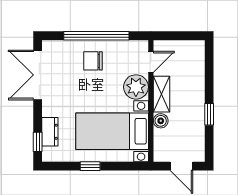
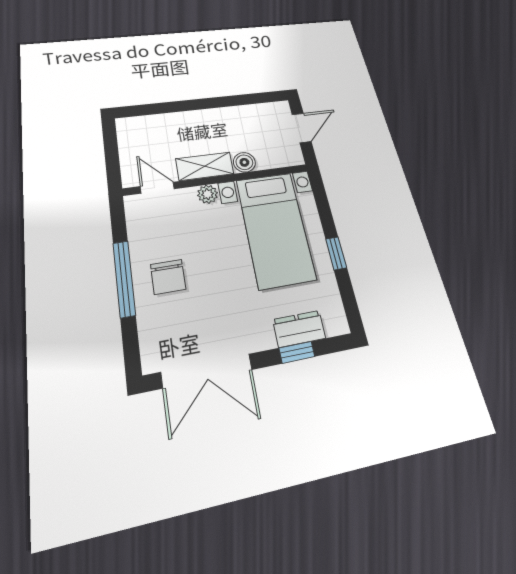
window: (96, 36) -> (124, 279), width x0.68
plant: (136, 87) -> (208, 194), width x0.53, depth x0.53
window: (209, 114) -> (222, 102), removed
window: (38, 142) -> (297, 352), moved

